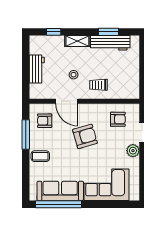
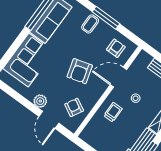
armchair: (118, 119) -> (74, 107), turned 118
window: (26, 134) -> (106, 18), moved

